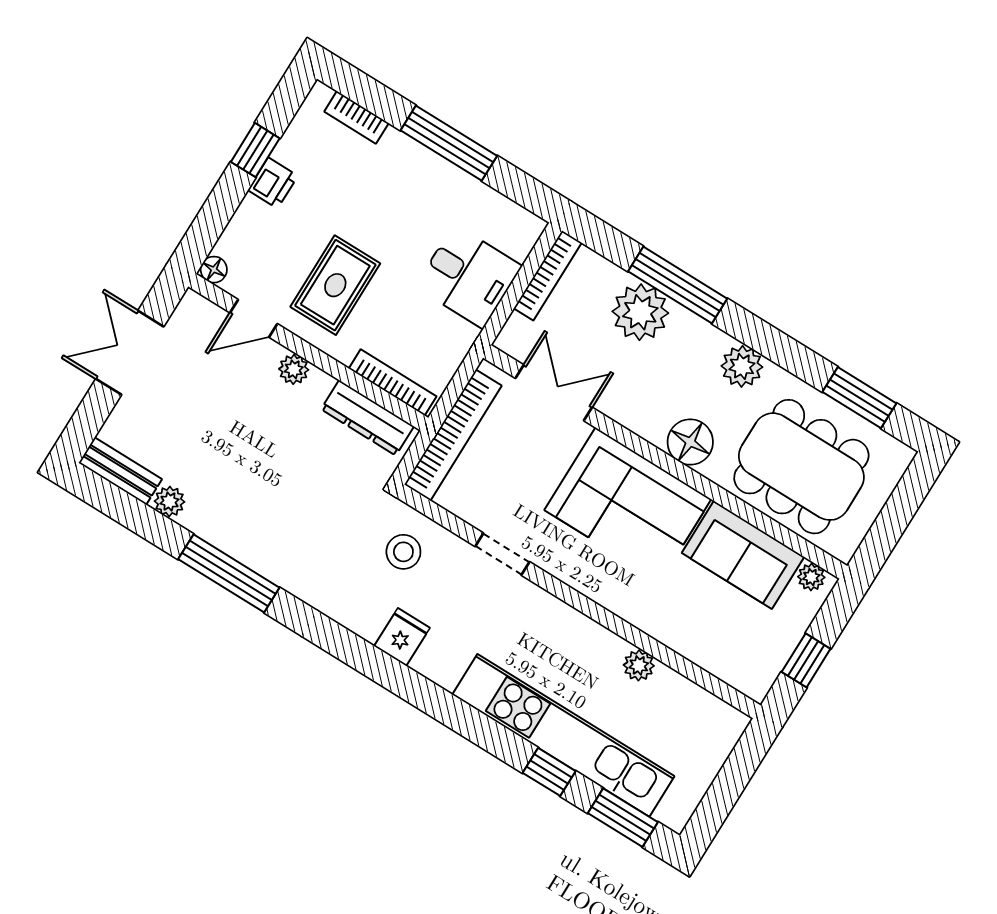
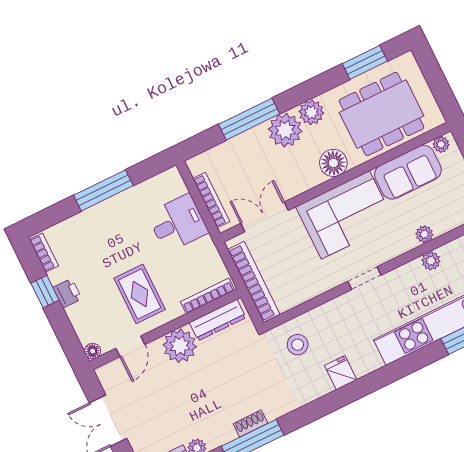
bookcase: (356, 117) -> (44, 253), moved, turned -90
bookcase: (548, 276) -> (211, 200), moved
plant: (640, 312) -> (285, 130), moved
plant: (294, 369) -> (180, 346), width x1.88, depth x1.88
doorway: (502, 554) -> (364, 278), moved
shoe rack: (251, 555) -> (250, 423), added
plant: (670, 633) -> (424, 234), added

